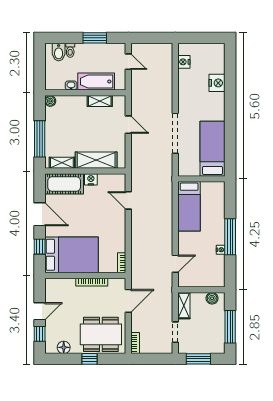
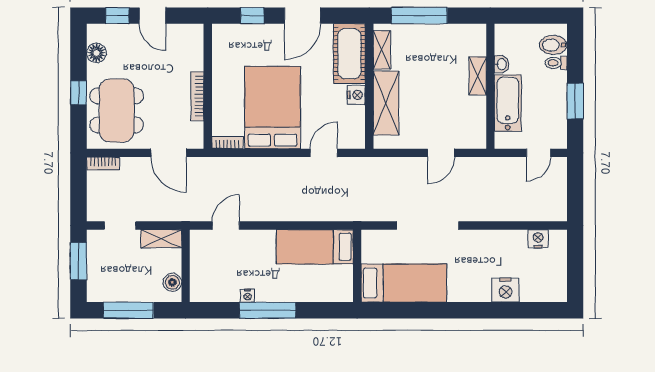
boiler: (50, 101) -> (478, 32), removed
shelving: (100, 101) -> (478, 76), moved
bed: (72, 255) -> (272, 108), moved, turned 180
door: (175, 264) -> (226, 226), swing flipped

